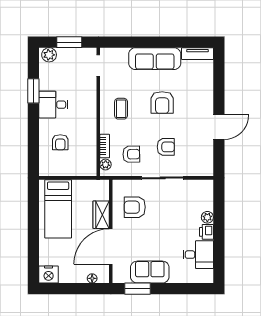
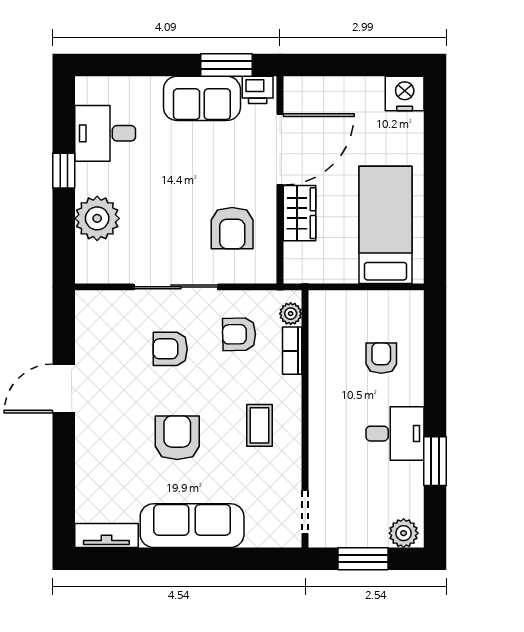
armchair: (135, 207) -> (232, 228), turned 90
plant: (207, 217) -> (97, 218), width x1.88, depth x1.88
printer: (206, 232) -> (258, 90), moved, turned 90
window: (219, 236) -> (64, 171), added
floor lamp: (92, 278) -> (317, 86), removed

